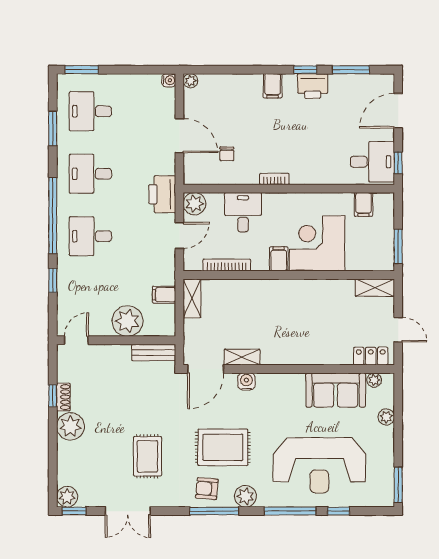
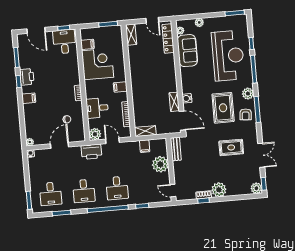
corner desk: (317, 243) -> (98, 64), moved, turned 180
door: (398, 330) -> (152, 20), swing flipped
locker: (371, 356) -> (168, 39), width x1.53

